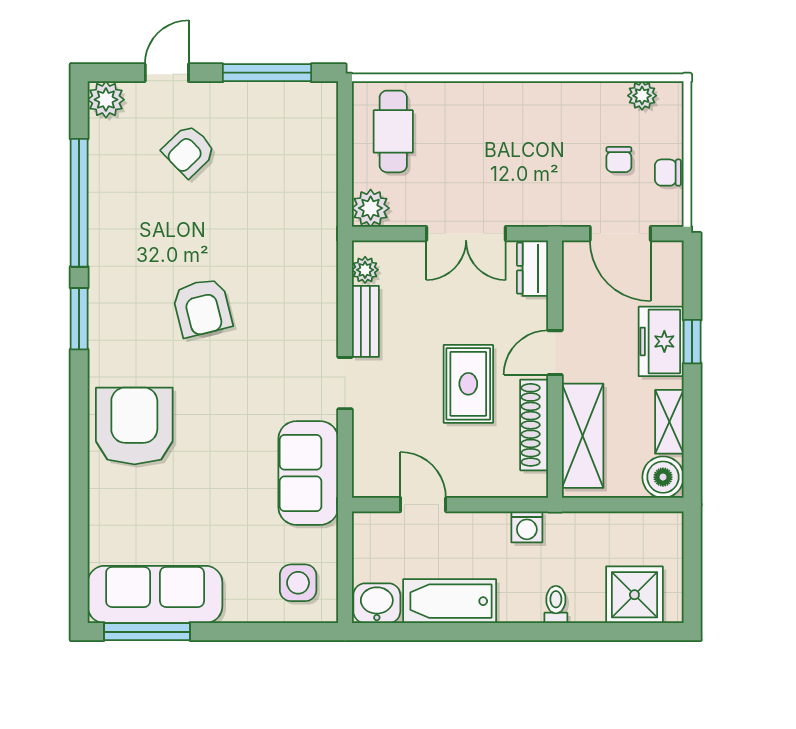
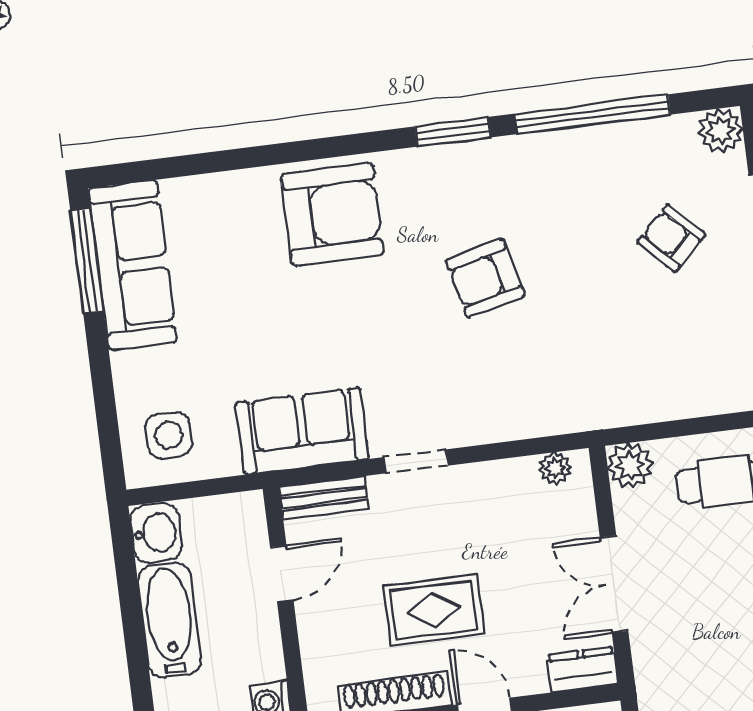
bench: (365, 321) -> (324, 498), moved

